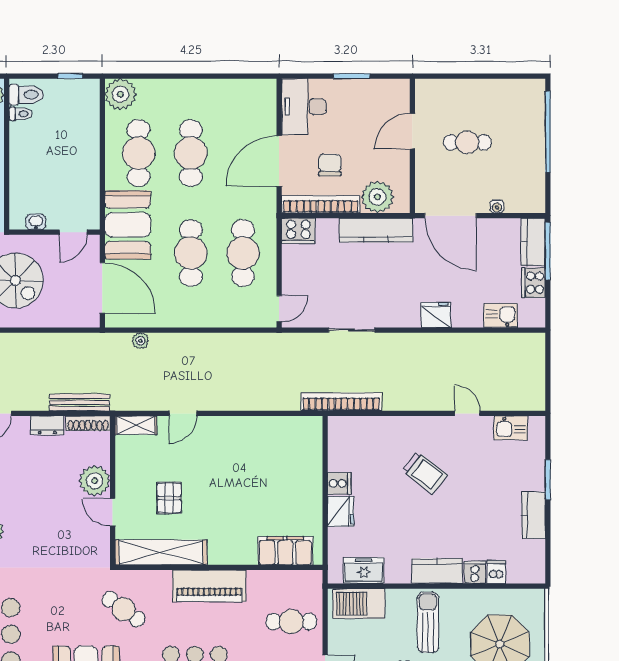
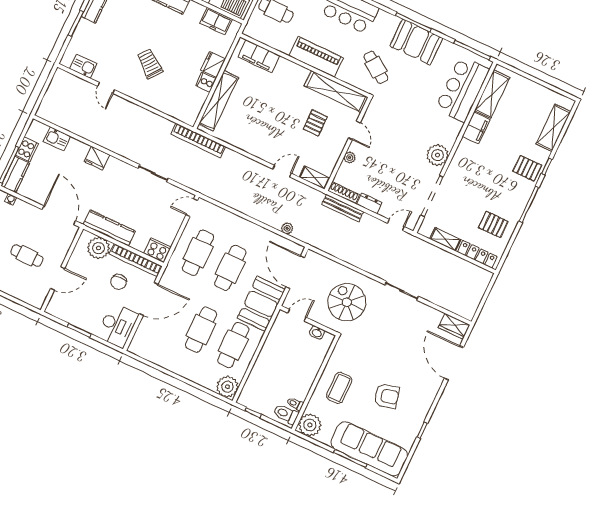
water cooler: (497, 206) -> (11, 199), moved
bookcase: (341, 402) -> (198, 140), moved
shelving: (311, 467) -> (219, 101), added
plant: (95, 481) -> (350, 158), width x0.53, depth x0.53

